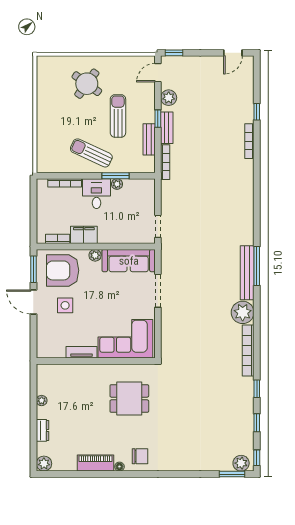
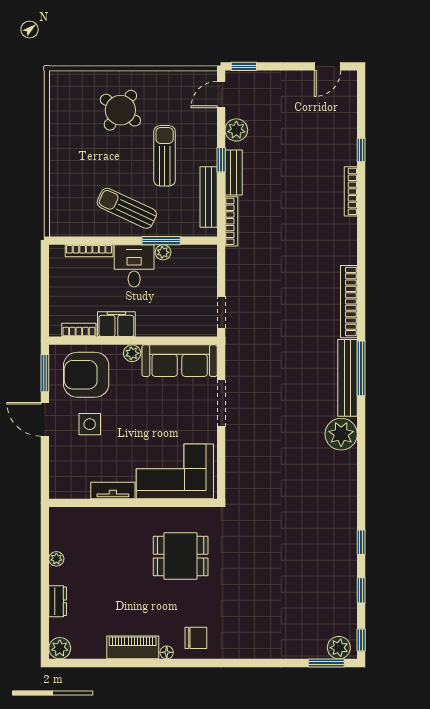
bench: (149, 139) -> (209, 197), width x1.36
bookcase: (248, 350) -> (349, 302), moved

